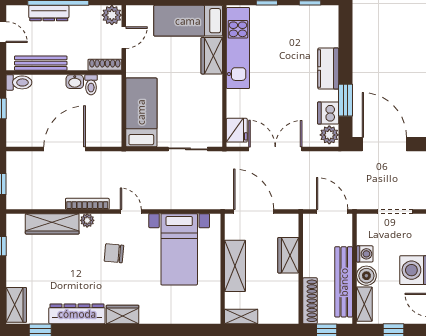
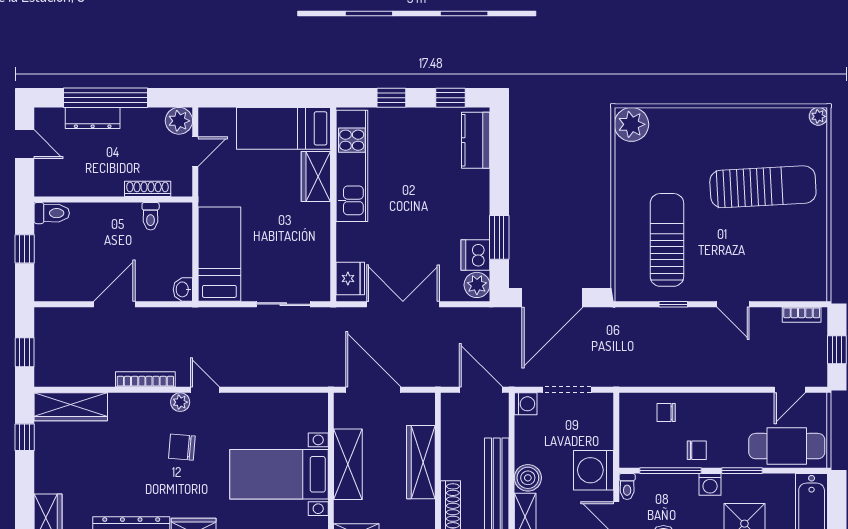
bench: (41, 63) -> (82, 187), removed
shoe rack: (105, 65) -> (148, 189), moved
kitchen counter: (328, 69) -> (476, 140), moved
washbasin: (75, 82) -> (183, 289), moved, turned 90
door: (384, 144) -> (552, 298), swing flipped
door: (65, 149) -> (114, 304), width x0.73
plant: (87, 220) -> (180, 402), moved
wardrobe: (52, 224) -> (71, 407), moved
bed with nightstands: (179, 249) -> (279, 474), moved, turned 90
washing machine: (365, 254) -> (526, 404), moved
wardrobe: (288, 255) -> (421, 462), width x1.50

